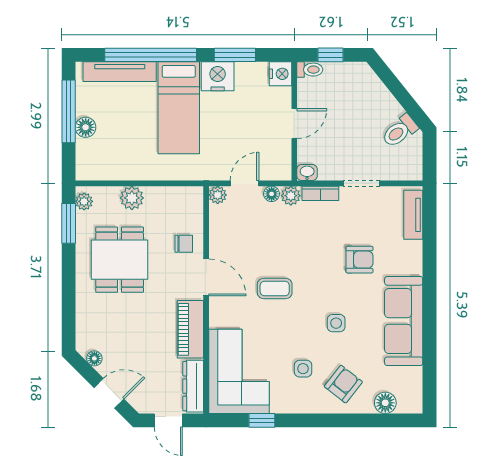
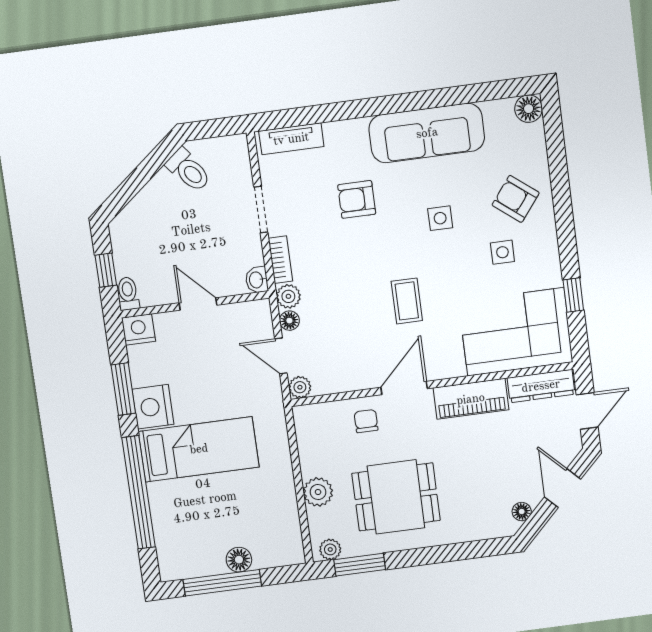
tv unit: (120, 72) -> (165, 527), removed
armchair: (359, 260) -> (357, 199), turned -90
floor lamp: (385, 403) -> (529, 109), moved

